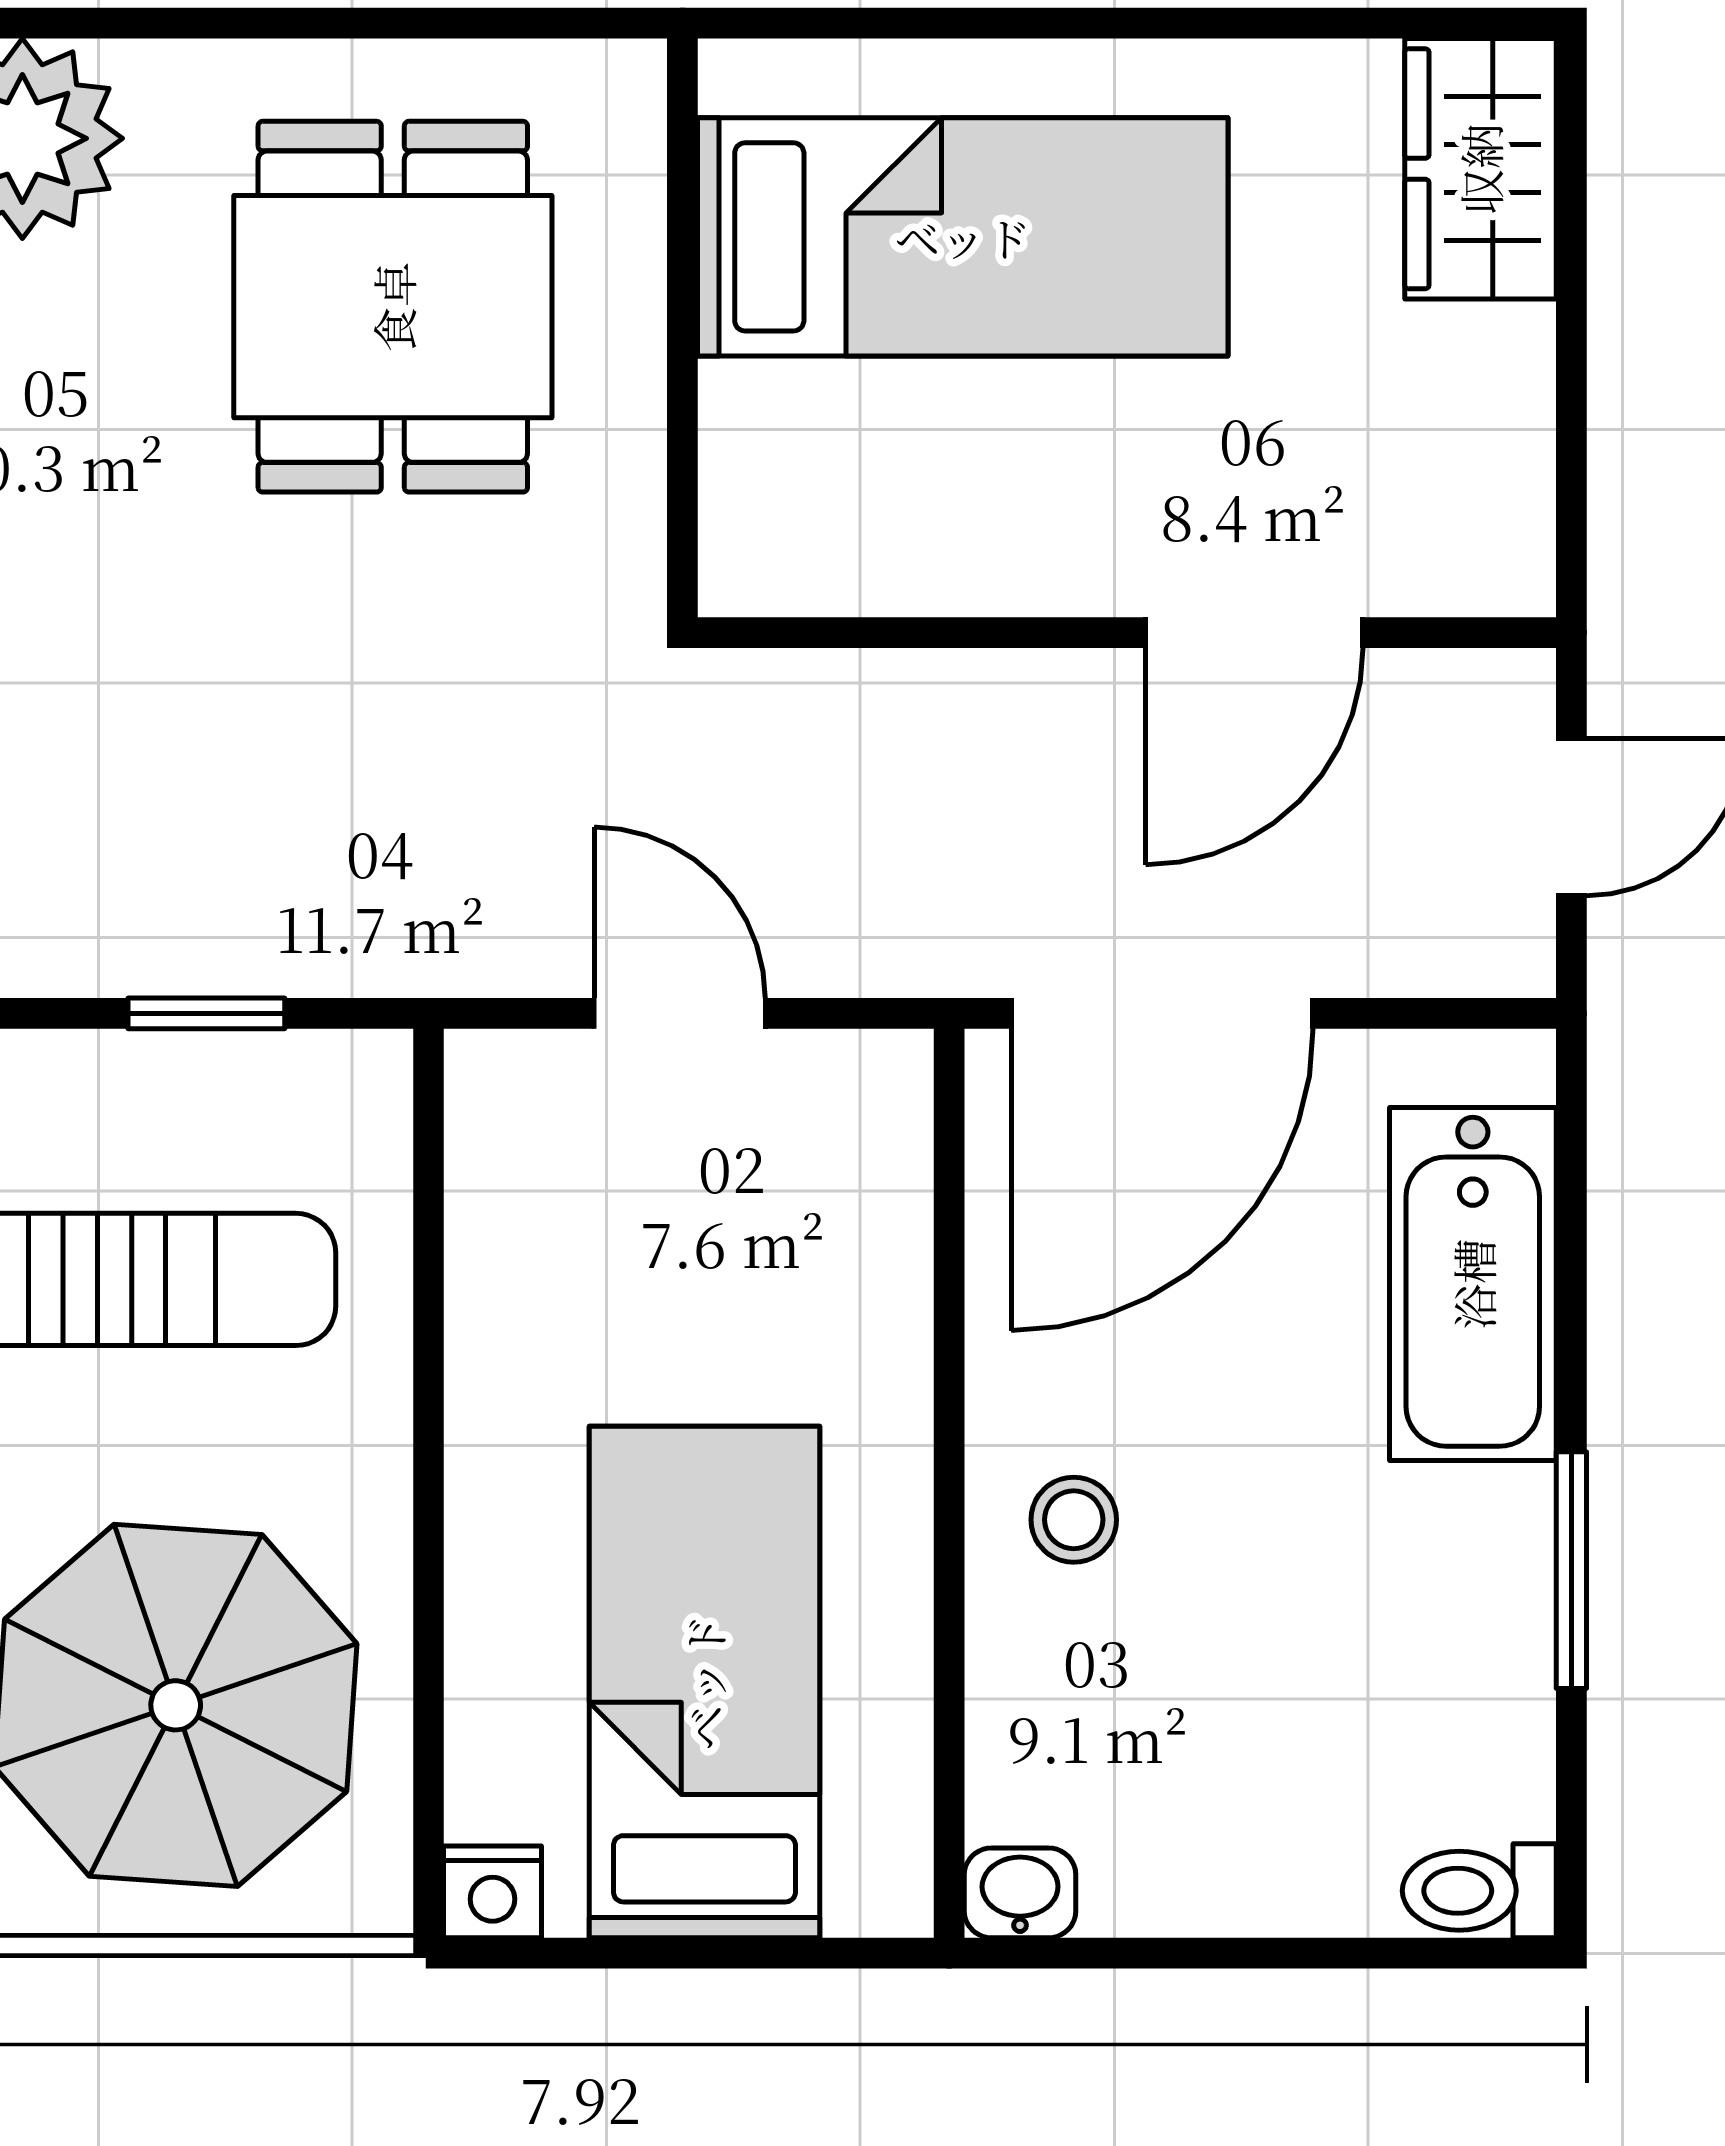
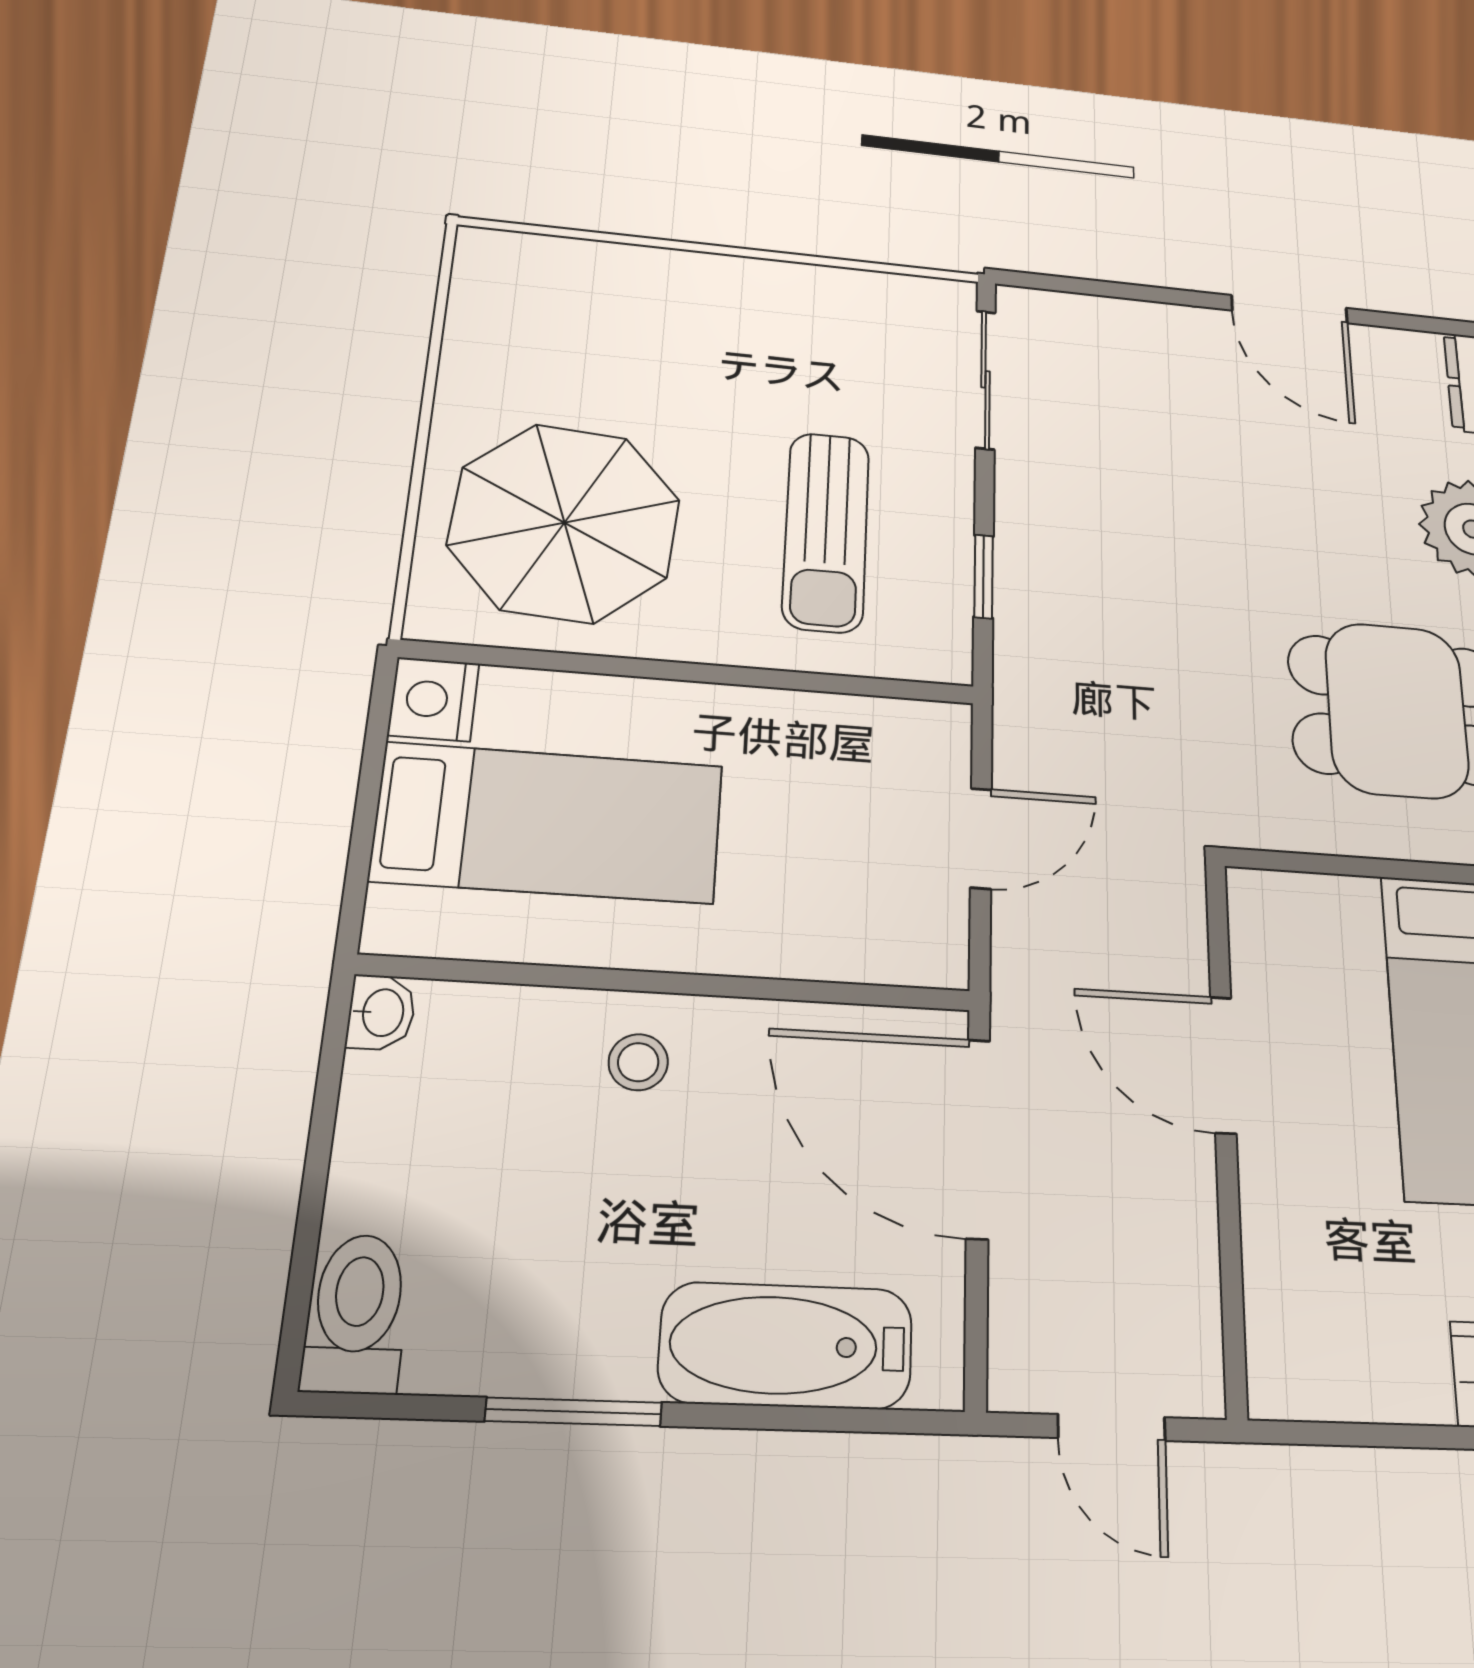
door: (1254, 633) -> (1223, 1065), moved
toilet: (1479, 1891) -> (357, 1313), width x1.37, depth x1.39
nightstand: (493, 1892) -> (434, 699), width x1.39, depth x1.35

